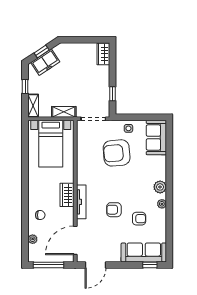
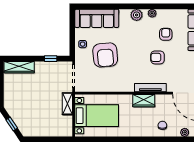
wardrobe: (103, 54) -> (19, 67), width x1.50
freezer: (45, 62) -> (22, 121), removed
window: (25, 86) -> (44, 139), removed
shelving: (33, 106) -> (62, 132), removed
sofa: (156, 137) -> (97, 18), width x1.36
armchair: (114, 210) -> (157, 57), turned 90

